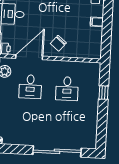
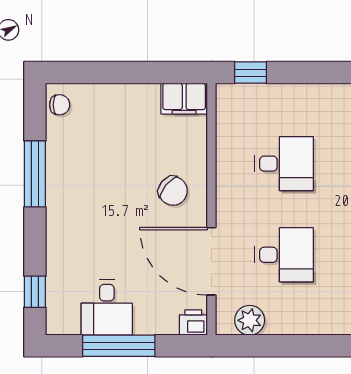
filing cabinet: (97, 22) -> (184, 99), moved, width x2.00
window: (104, 93) -> (251, 73), moved

